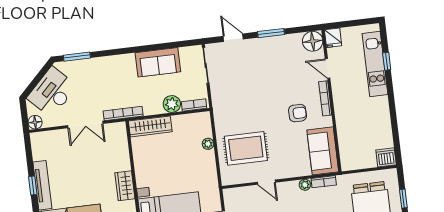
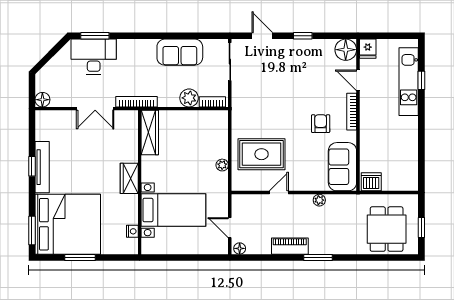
window: (271, 33) -> (303, 36), width x0.67
desk: (52, 92) -> (94, 57), moved, turned 45
armchair: (298, 113) -> (321, 124), turned -90
wardrobe: (150, 126) -> (150, 133), moved, turned -90
plant: (208, 144) -> (222, 165), moved
dishwasher: (386, 157) -> (371, 182), moved
door: (266, 182) -> (279, 193), swing flipped
bookcase: (324, 182) -> (339, 199), removed

